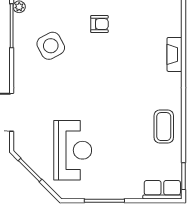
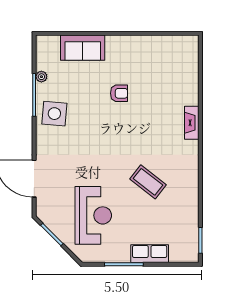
side table: (51, 46) -> (54, 114), moved, turned 33
coffee table: (164, 127) -> (148, 182), moved, turned -52
row of seats: (162, 190) -> (150, 254), moved

